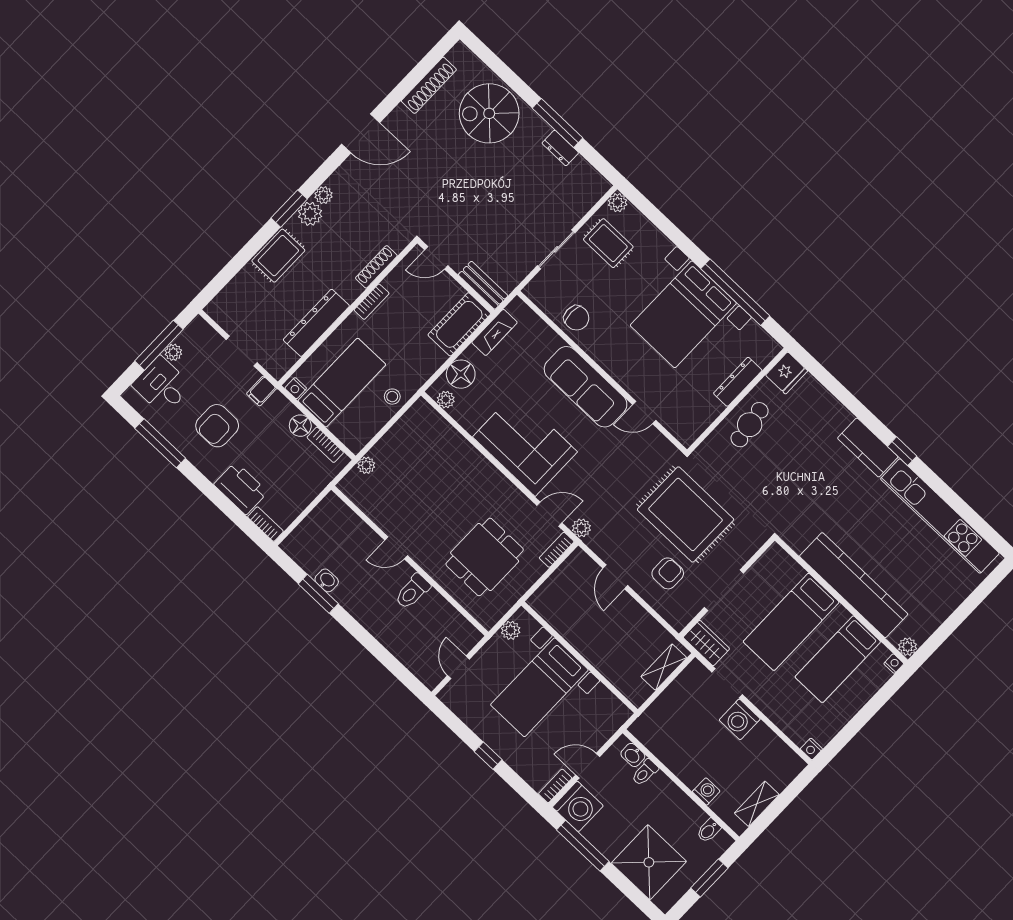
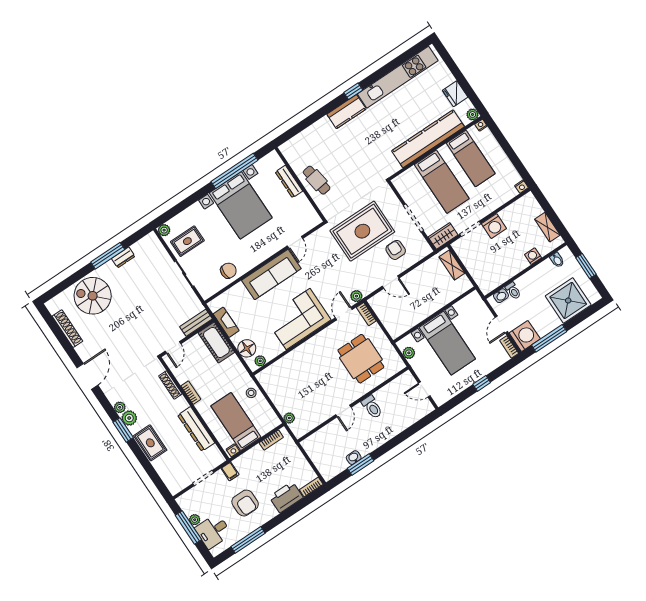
spiral stairs: (489, 113) -> (93, 296), turned 90
fridge: (787, 373) -> (455, 94), moved, turned 180
floor lamp: (300, 426) -> (256, 453), removed

